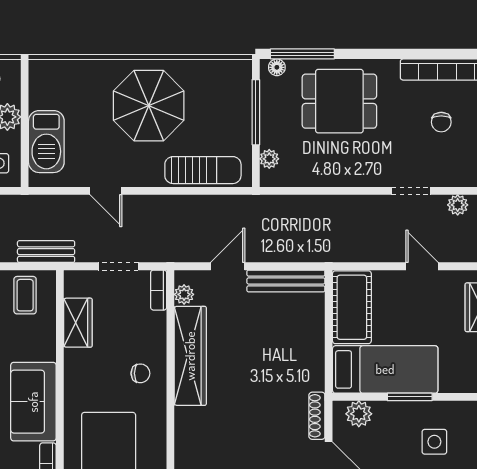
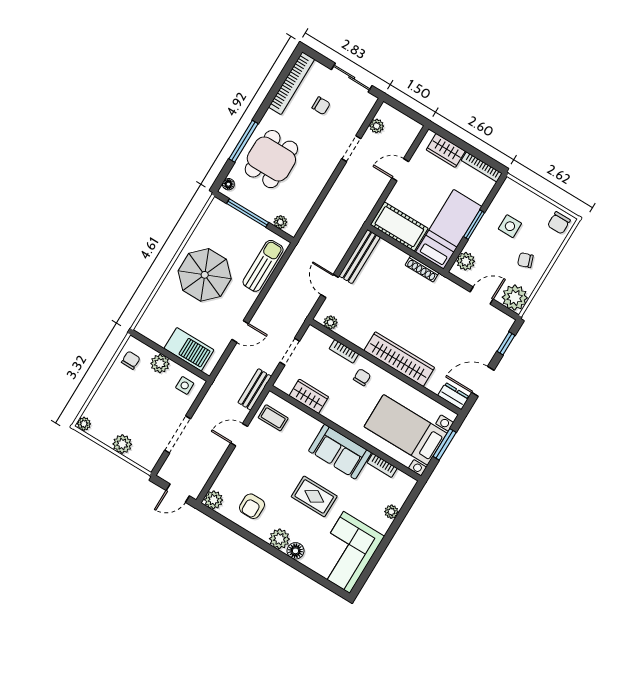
window: (302, 54) -> (244, 141), moved
bookcase: (159, 290) -> (344, 351), moved
wardrobe: (190, 356) -> (399, 359), moved
shoe rack: (317, 416) -> (422, 269), moved

